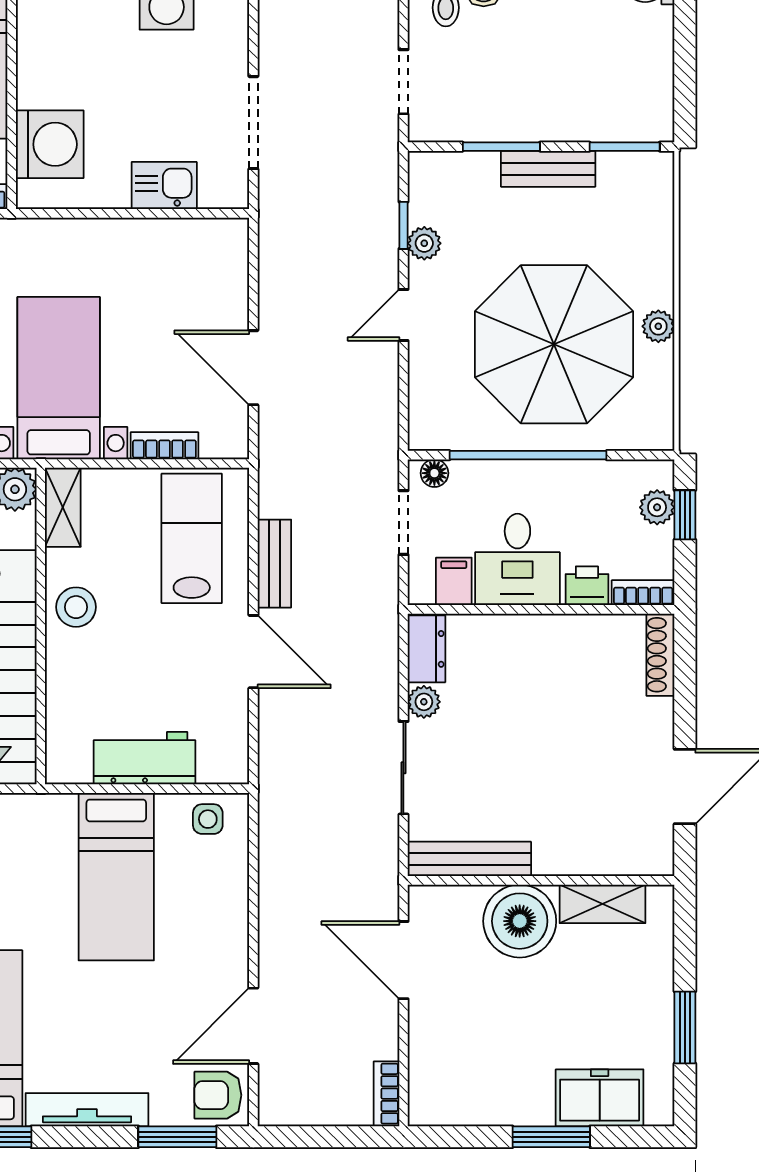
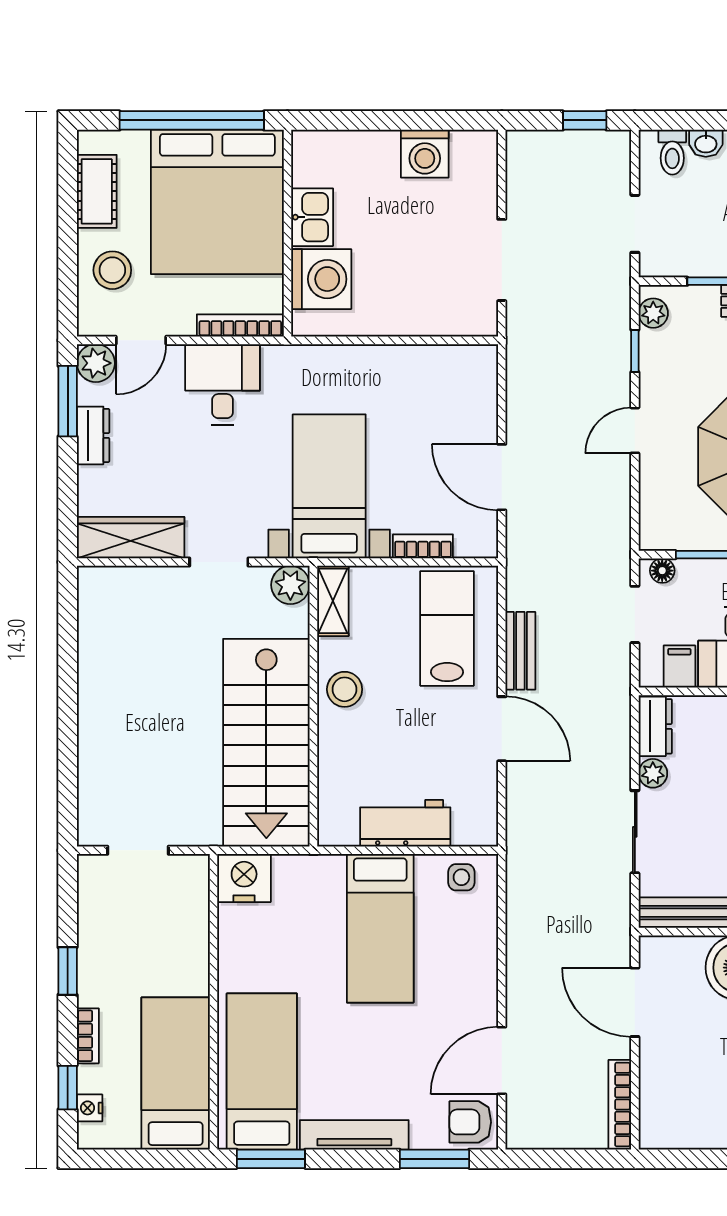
kitchen sink: (164, 186) -> (312, 217), moved, turned 90
plant: (424, 243) -> (653, 313), moved
bookcase: (386, 1094) -> (620, 1105), width x1.56

